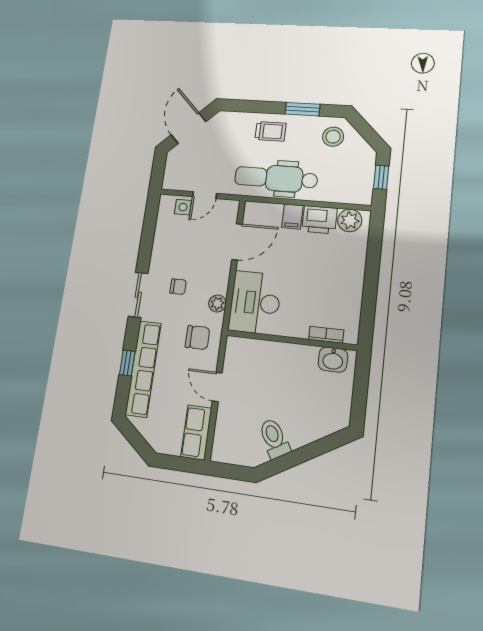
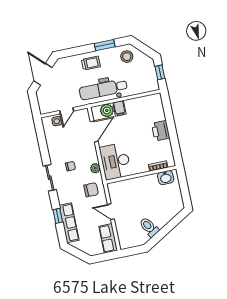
printer: (319, 220) -> (161, 131), moved, turned 90
plant: (350, 220) -> (107, 110), moved
row of seats: (143, 369) -> (69, 223), width x0.73

